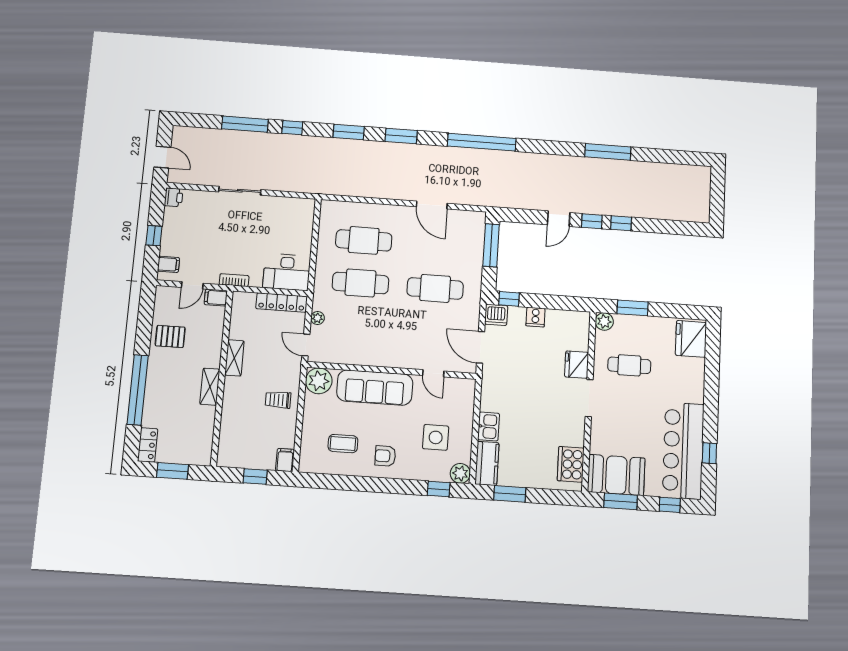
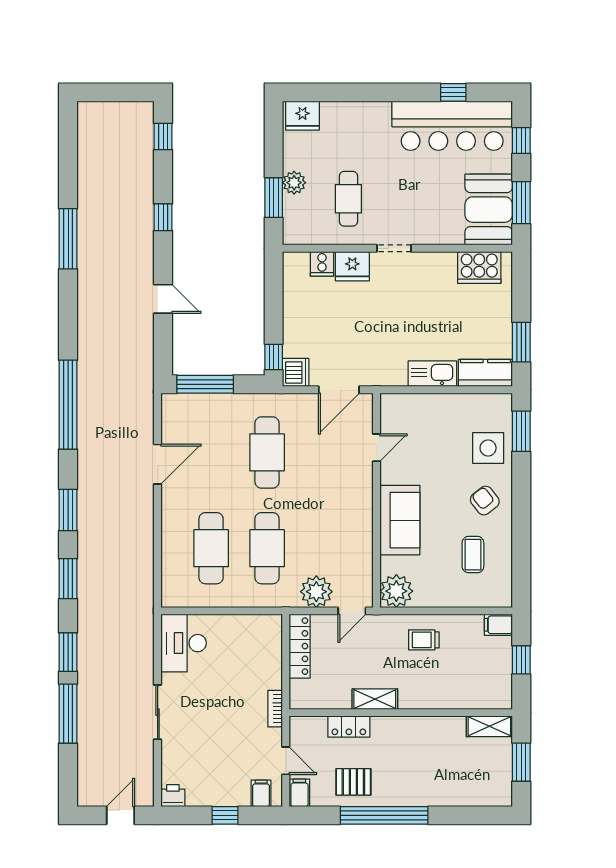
window: (292, 128) -> (68, 652), width x1.50
window: (592, 221) -> (163, 136), moved
desk: (287, 272) -> (184, 643), moved, turned 180
filing cabinet: (216, 298) -> (299, 793), moved, turned 180
cooker: (535, 317) -> (322, 264), moved, turned 90
plant: (318, 318) -> (316, 592), width x1.88, depth x1.88
plant: (604, 321) -> (294, 183), moved
pallet: (170, 336) -> (353, 782), turned 90
fridge: (691, 339) -> (302, 116), width x0.73, depth x0.75
shelving: (210, 387) -> (489, 726), moved
sofa: (375, 388) -> (400, 520), width x0.73
window: (138, 390) -> (384, 815), moved
doorway: (589, 398) -> (394, 248), width x0.73
trolley: (278, 400) -> (424, 640), turned 90
kitchen sink: (489, 426) -> (432, 374), width x1.38
side table: (436, 437) -> (488, 448), moved
locker: (148, 445) -> (349, 727), moved, turned 180
armchair: (385, 456) -> (485, 501), turned 142
plant: (460, 473) -> (500, 406), removed
window: (439, 489) -> (521, 431), width x1.50

